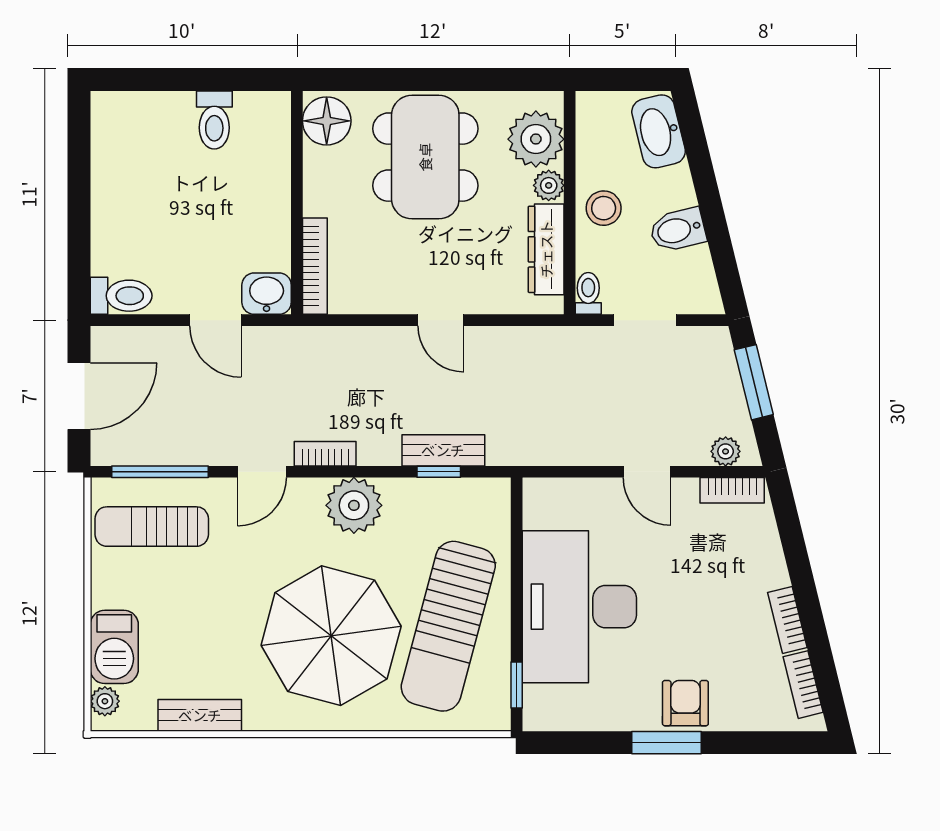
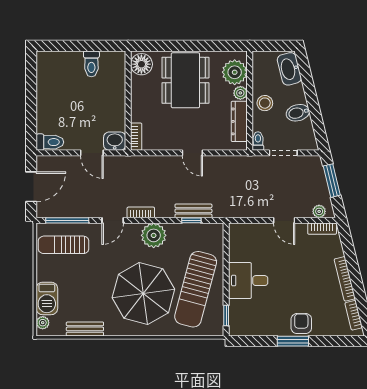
bookcase: (315, 266) -> (136, 137), width x0.64
desk: (579, 607) -> (248, 281), width x0.53, depth x0.77
bookcase: (787, 620) -> (345, 279), width x1.56

